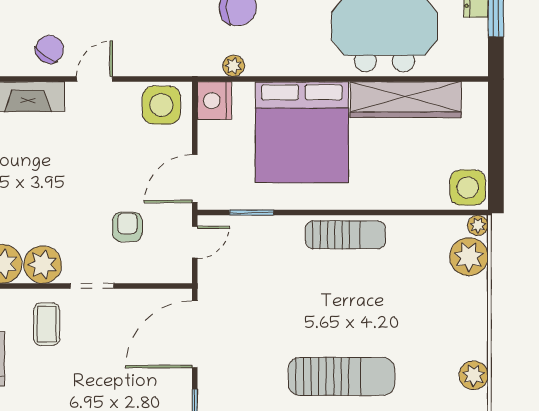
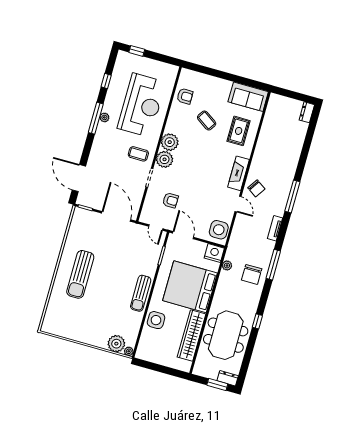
side table: (468, 188) -> (156, 320), moved
plant: (474, 375) -> (65, 331), removed

